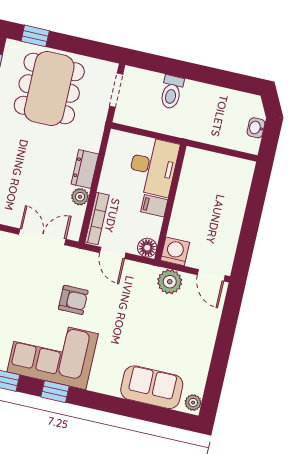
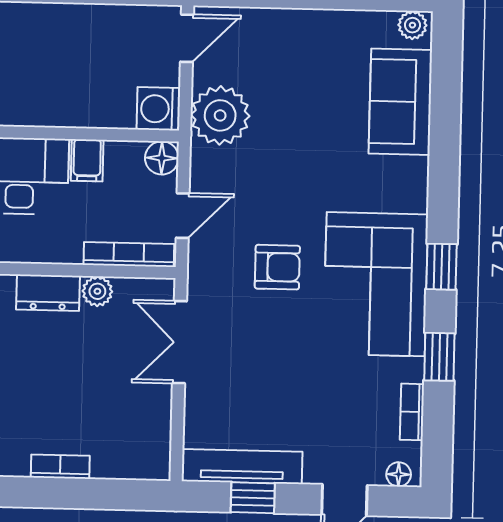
plant: (170, 282) -> (220, 115), width x1.36, depth x1.36
armchair: (73, 300) -> (277, 267), turned 90

